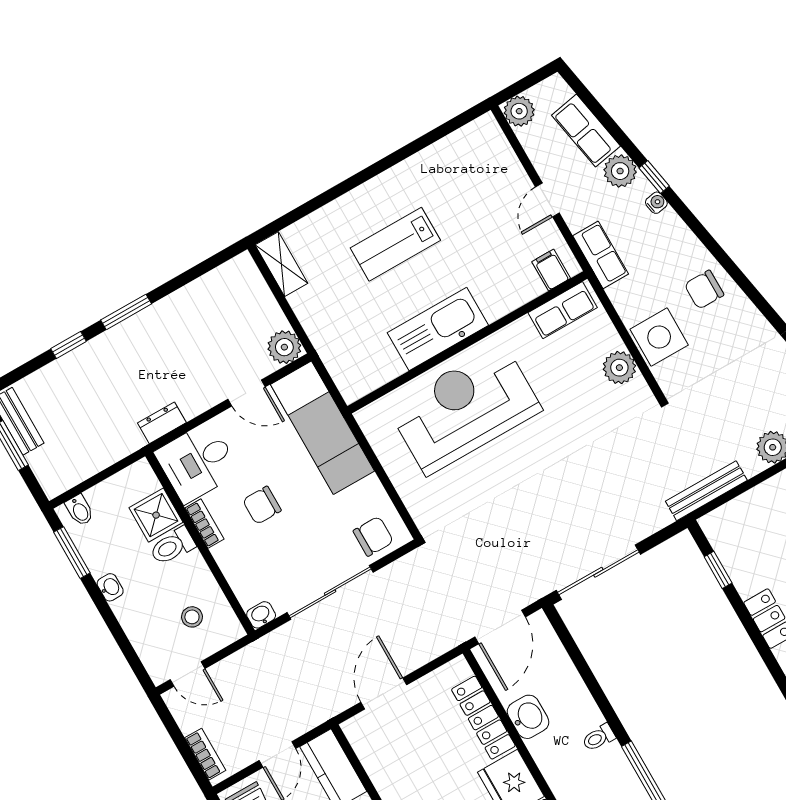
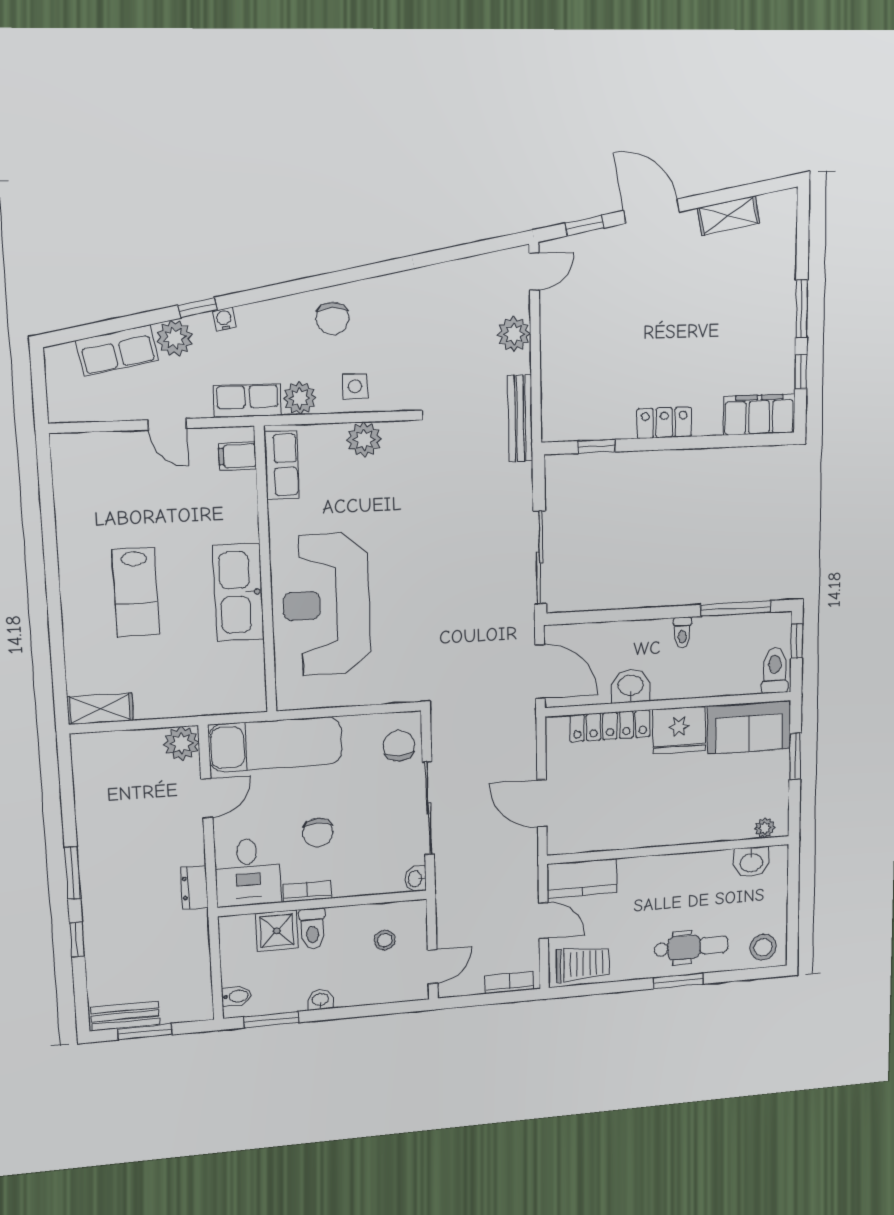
plant: (519, 111) -> (300, 398), moved
side table: (659, 337) -> (355, 386), width x0.54, depth x0.54

